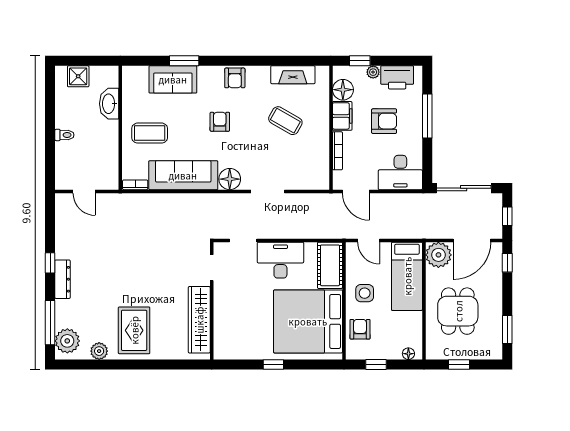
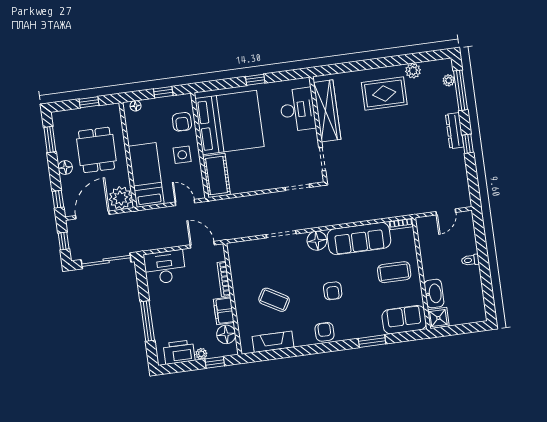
shower: (78, 76) -> (438, 318), moved
sofa: (173, 79) -> (404, 320), moved
armchair: (384, 121) -> (186, 311), removed
door: (84, 191) -> (446, 212), swing flipped
desk: (280, 260) -> (298, 110), moved, turned -90
floor lamp: (495, 297) -> (65, 167), added
rug: (134, 330) -> (384, 93), turned 90
plant: (67, 341) -> (449, 80), width x0.53, depth x0.53

